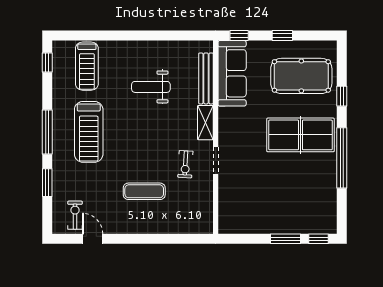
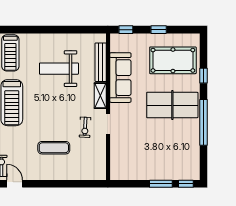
sofa: (232, 73) -> (120, 78), moved
weight bench: (151, 87) -> (59, 69), width x1.36, depth x1.33

